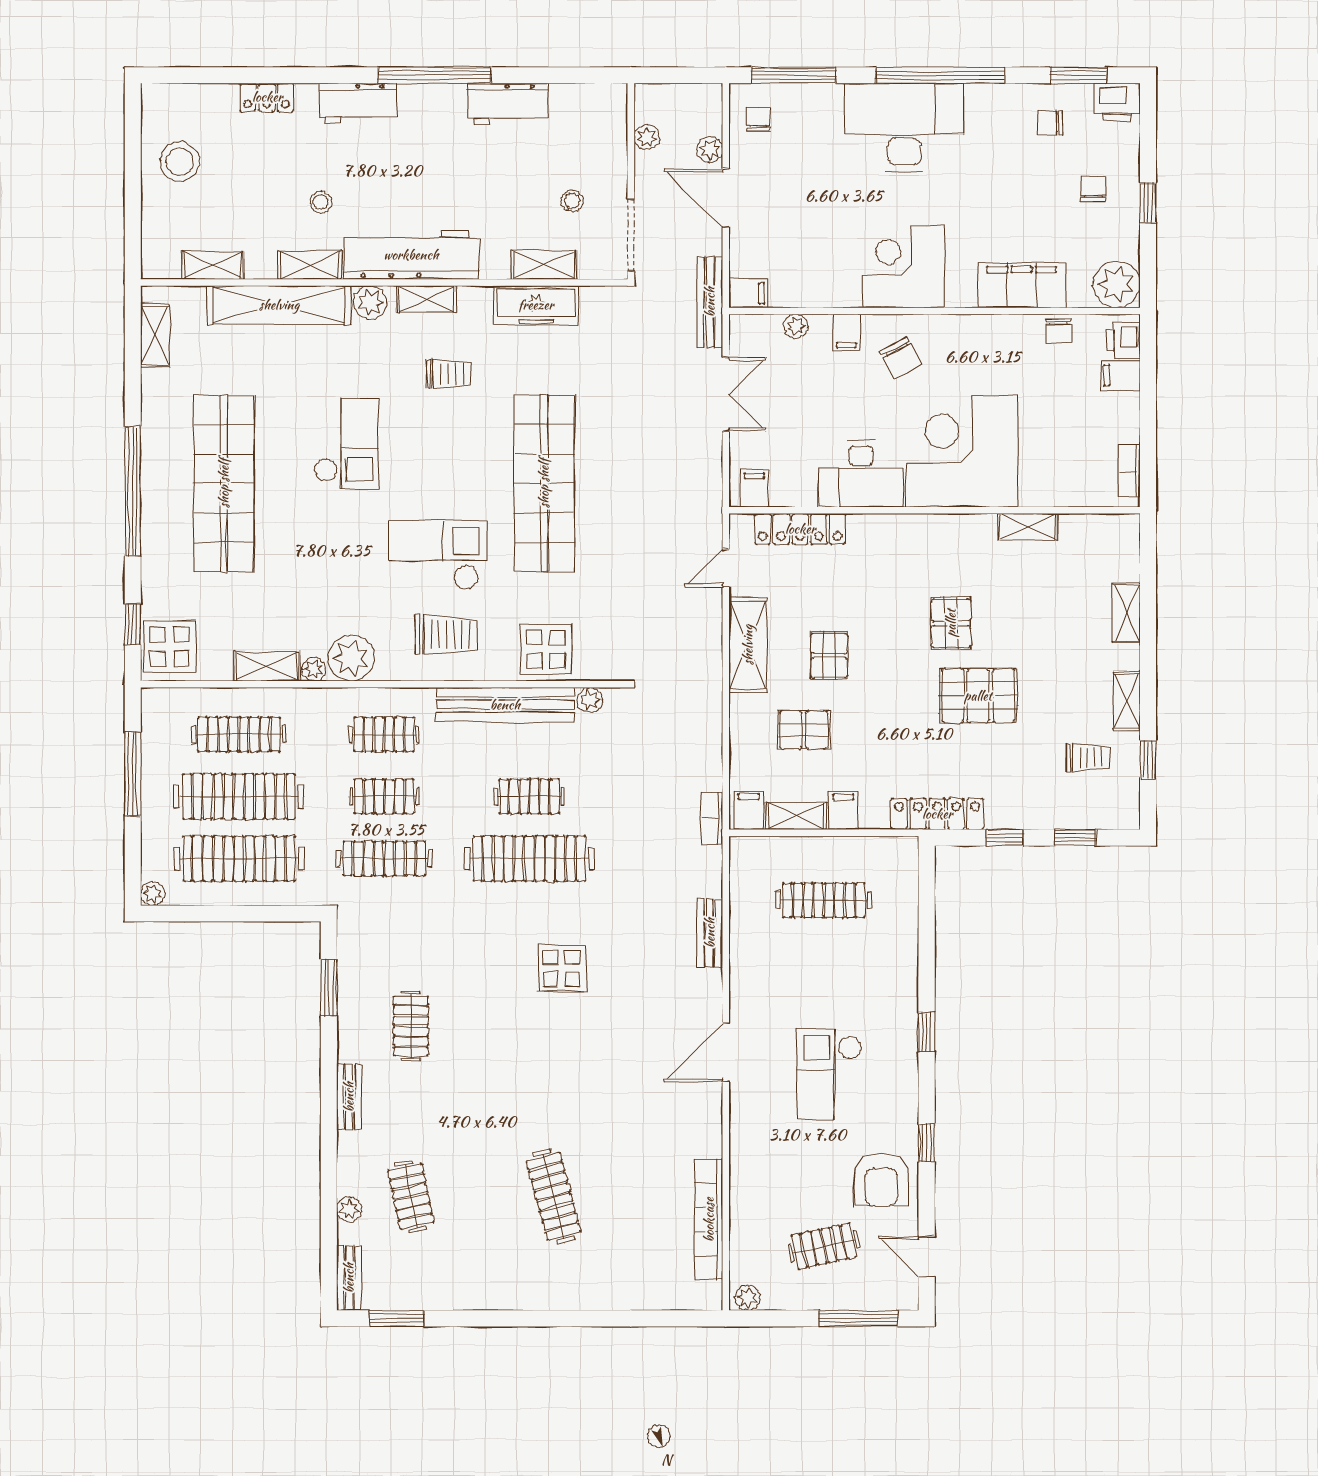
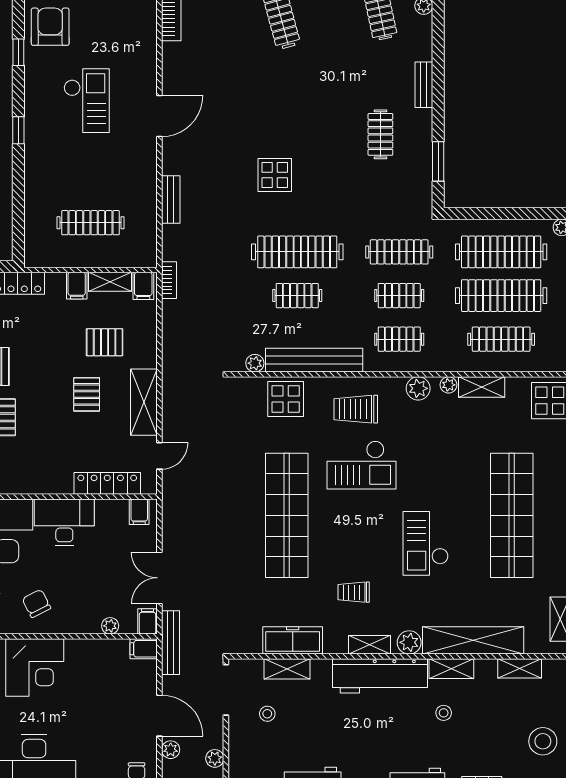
filing cabinet: (846, 332) -> (147, 621), moved
plant: (351, 658) -> (418, 388), width x0.73, depth x0.73

